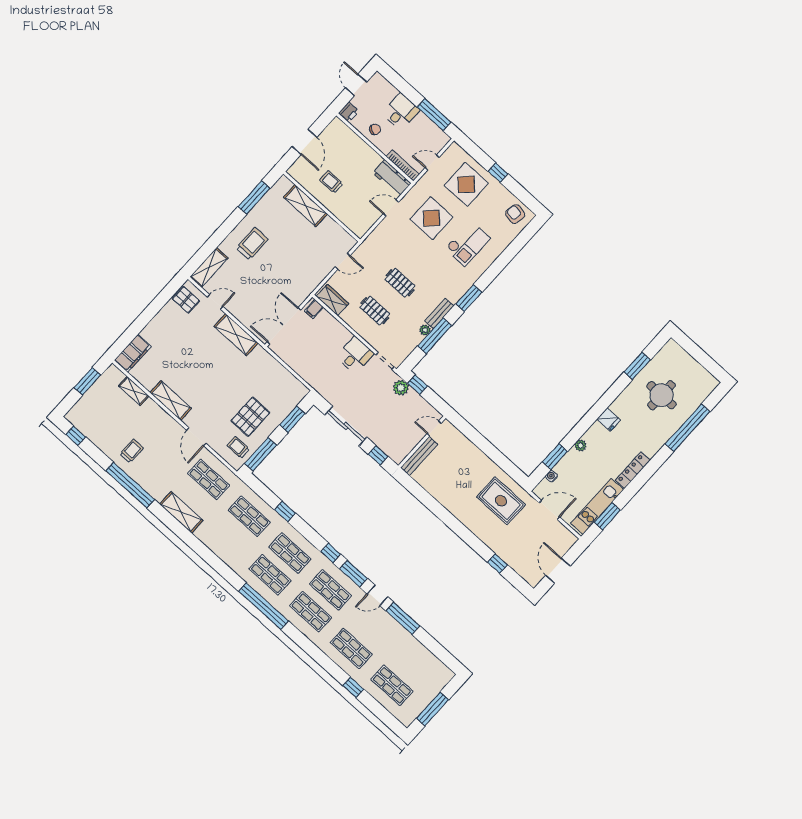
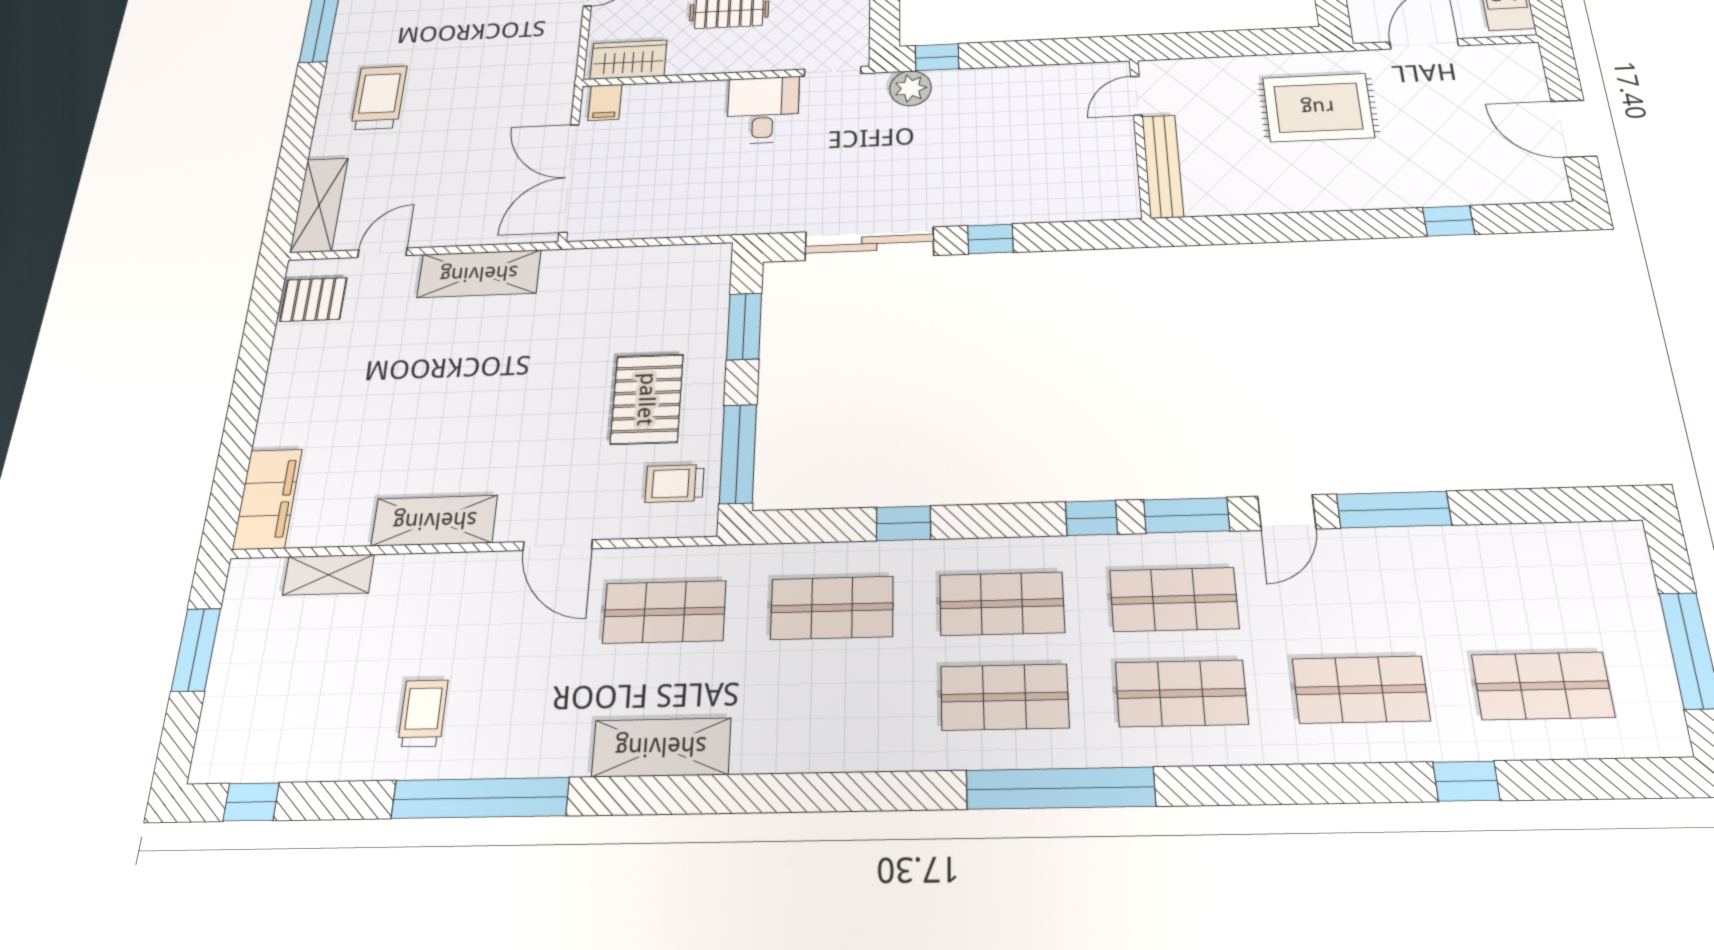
door: (434, 428) -> (1137, 96), moved
wall: (422, 442) -> (1140, 138), moved
bench: (419, 456) -> (1163, 166), moved

